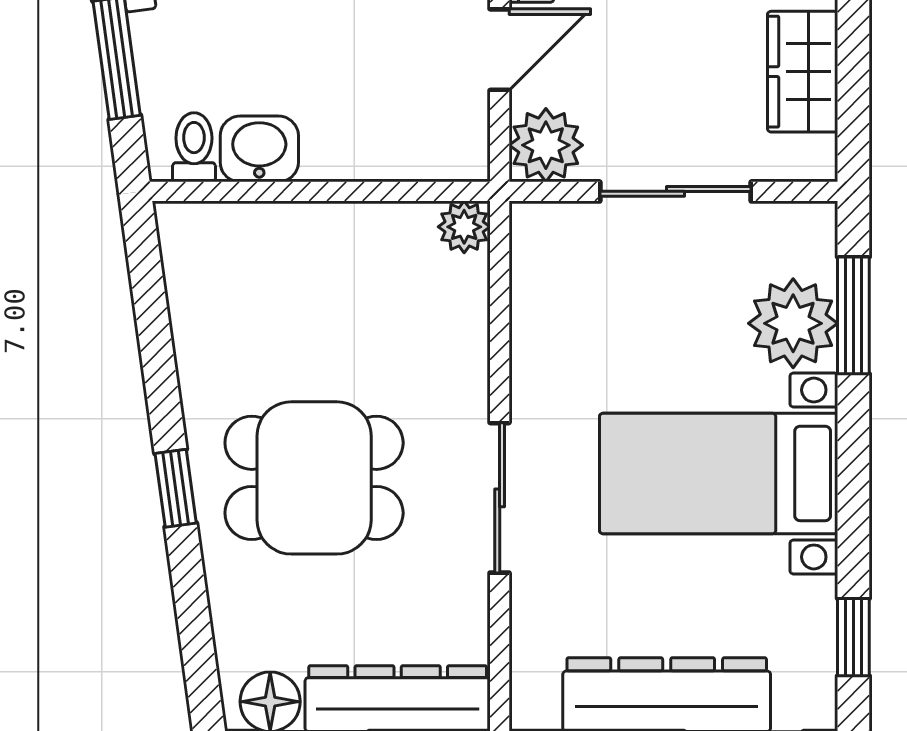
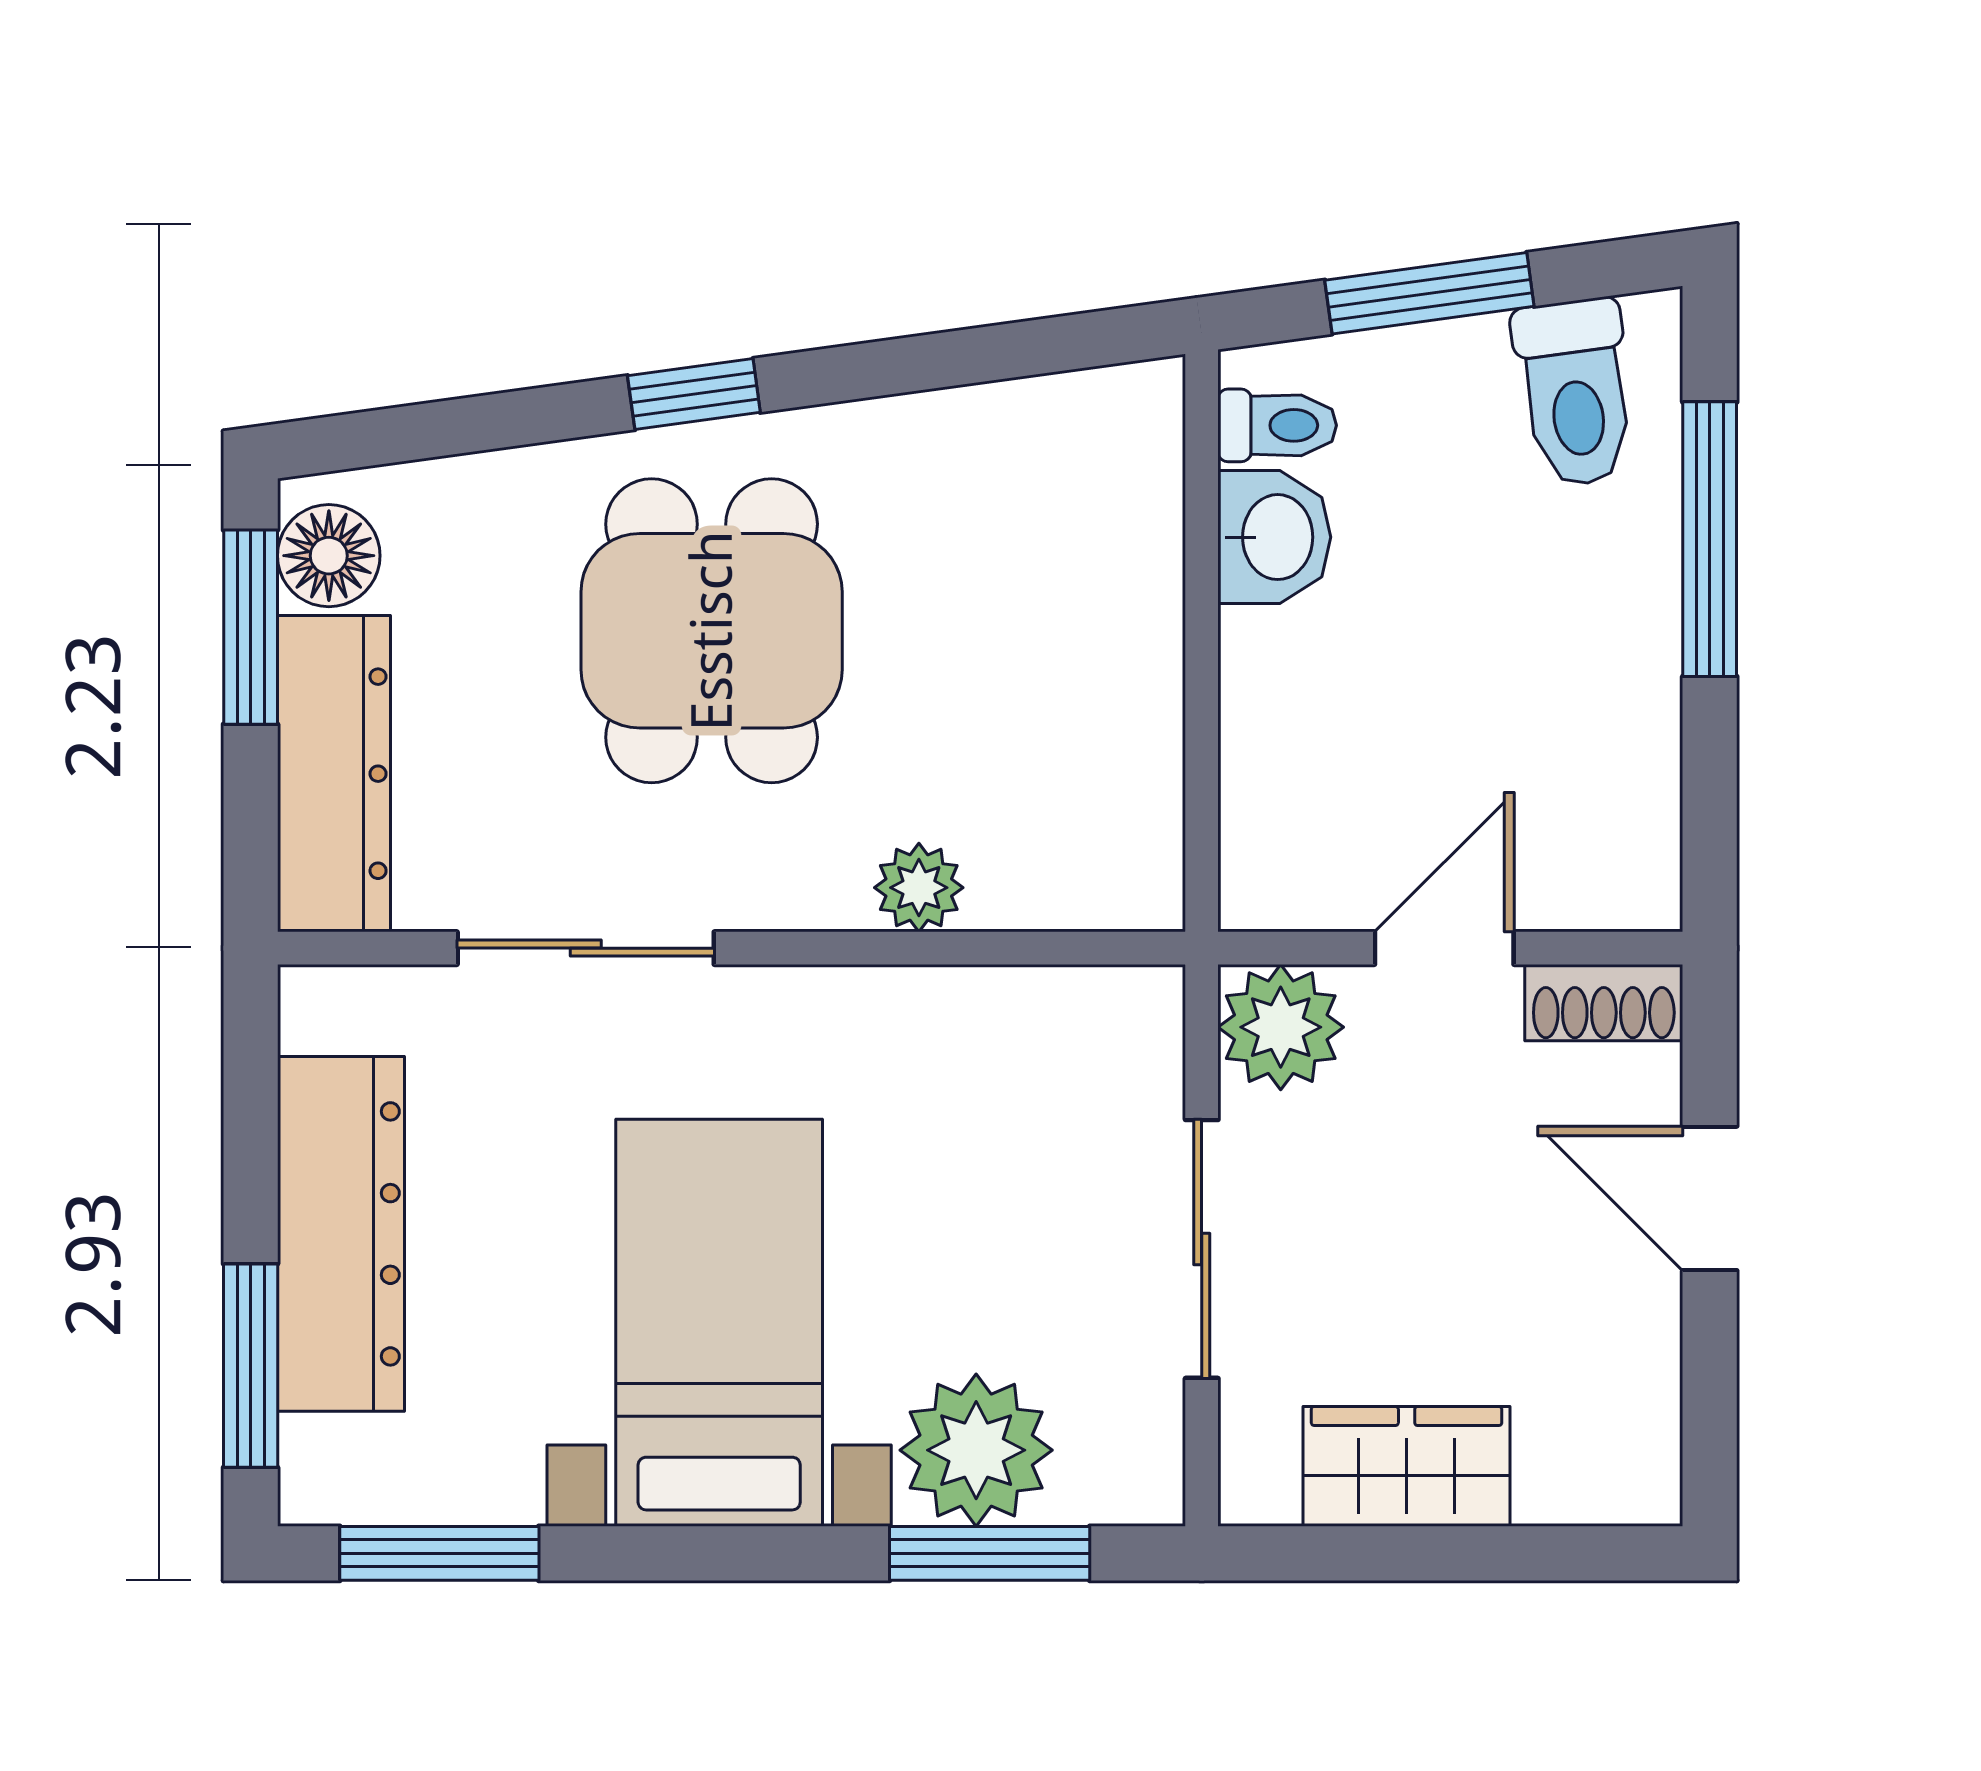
door: (500, 50) -> (1444, 948), swing flipped
plant: (464, 227) -> (919, 888), moved
sliding door: (500, 498) -> (586, 948), moved
window: (853, 637) -> (439, 1553), width x1.50

